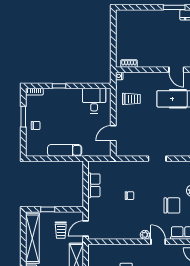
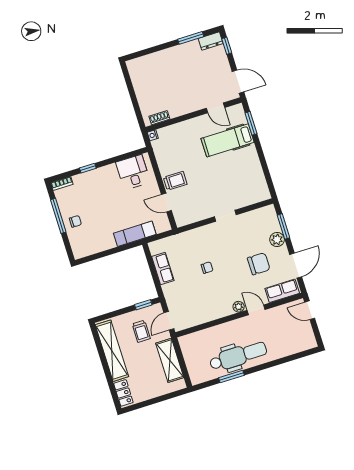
trolley: (131, 99) -> (175, 181), moved
window: (23, 117) -> (58, 216), width x1.44
door: (113, 133) -> (166, 203), hinge flipped
exam couch: (65, 150) -> (135, 234), moved
window: (48, 209) -> (143, 305), moved

